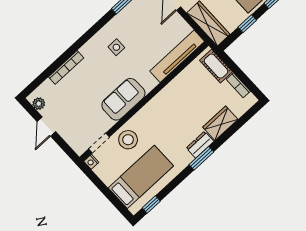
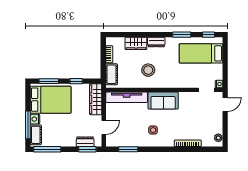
sofa: (123, 99) -> (163, 101), moved
door: (46, 127) -> (225, 104), moved
stool: (128, 140) -> (148, 70), moved
window: (201, 158) -> (182, 35), moved

